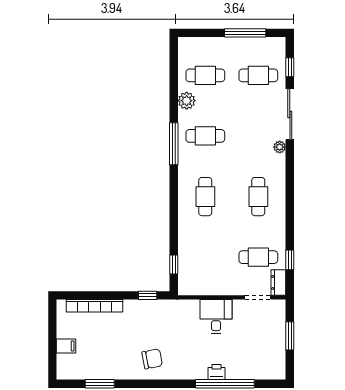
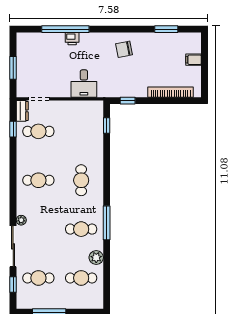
cafe table: (258, 197) -> (38, 180), turned 90
desk: (216, 316) -> (84, 84), moved

